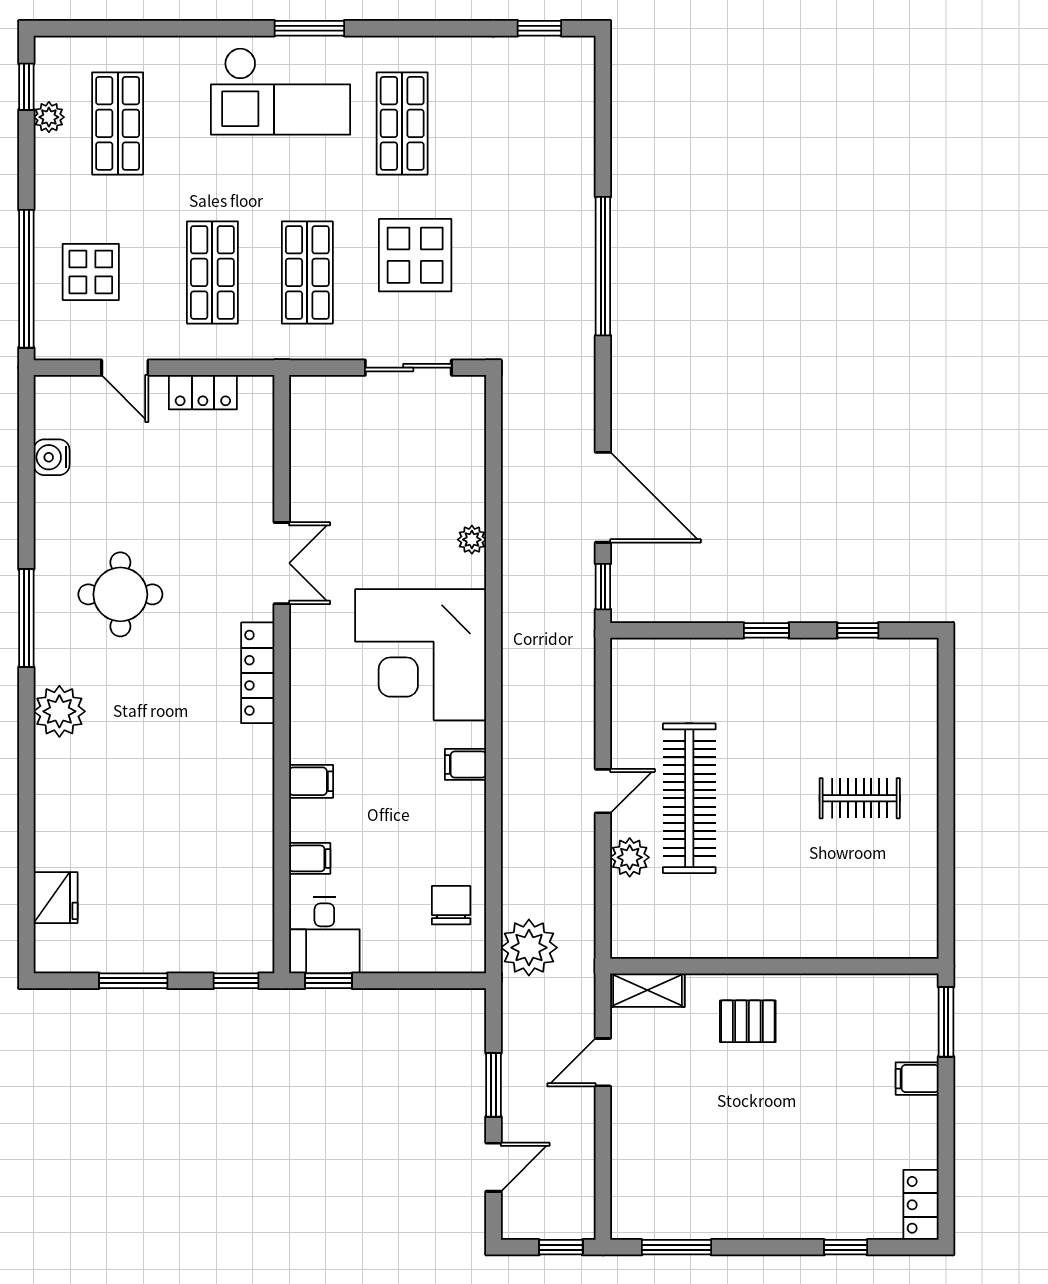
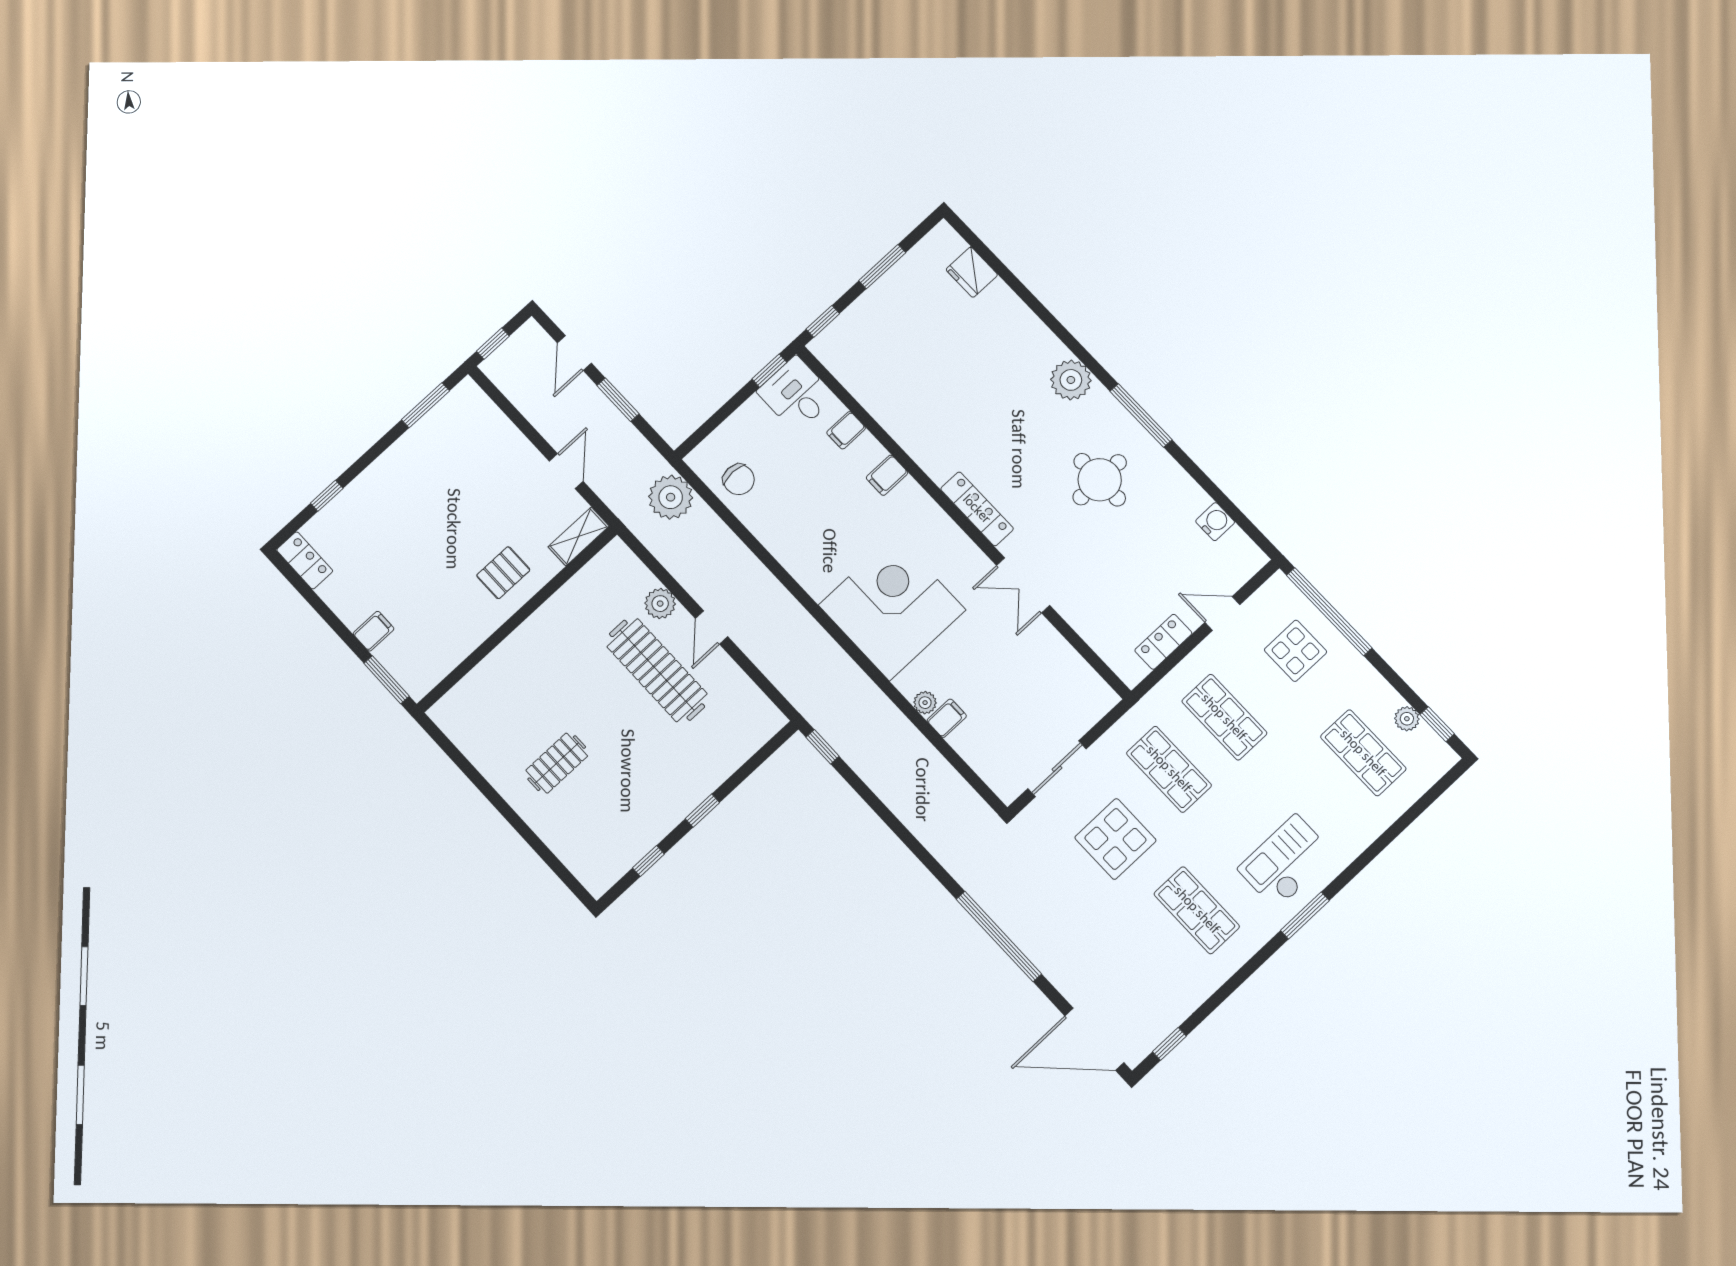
checkout: (281, 91) -> (1286, 862), width x0.73, depth x0.83
door: (603, 497) -> (1094, 1039), moved
filing cabinet: (465, 764) -> (947, 718), moved

